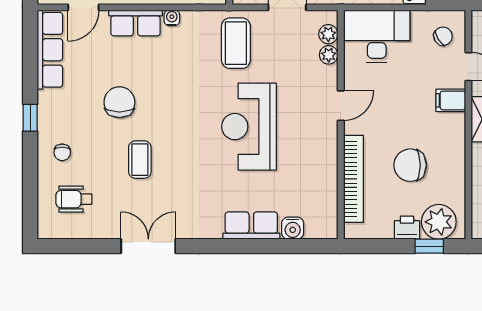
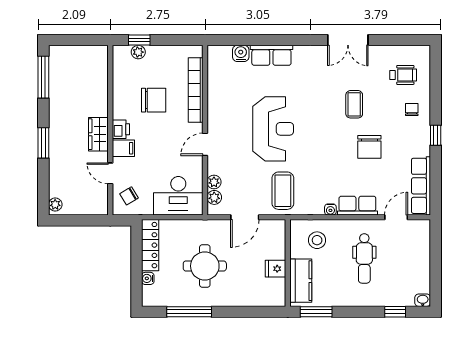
plant: (439, 222) -> (138, 52), width x0.53, depth x0.53
printer: (407, 228) -> (121, 129), moved, turned -90

